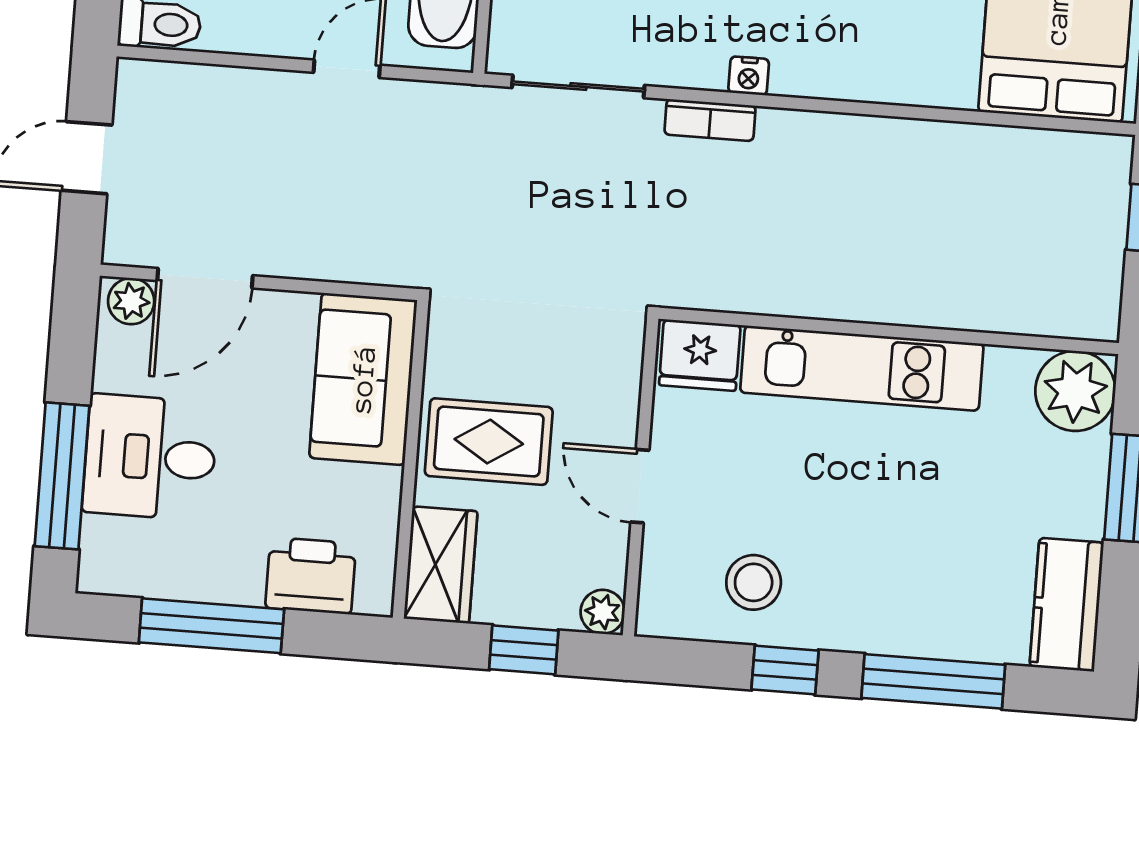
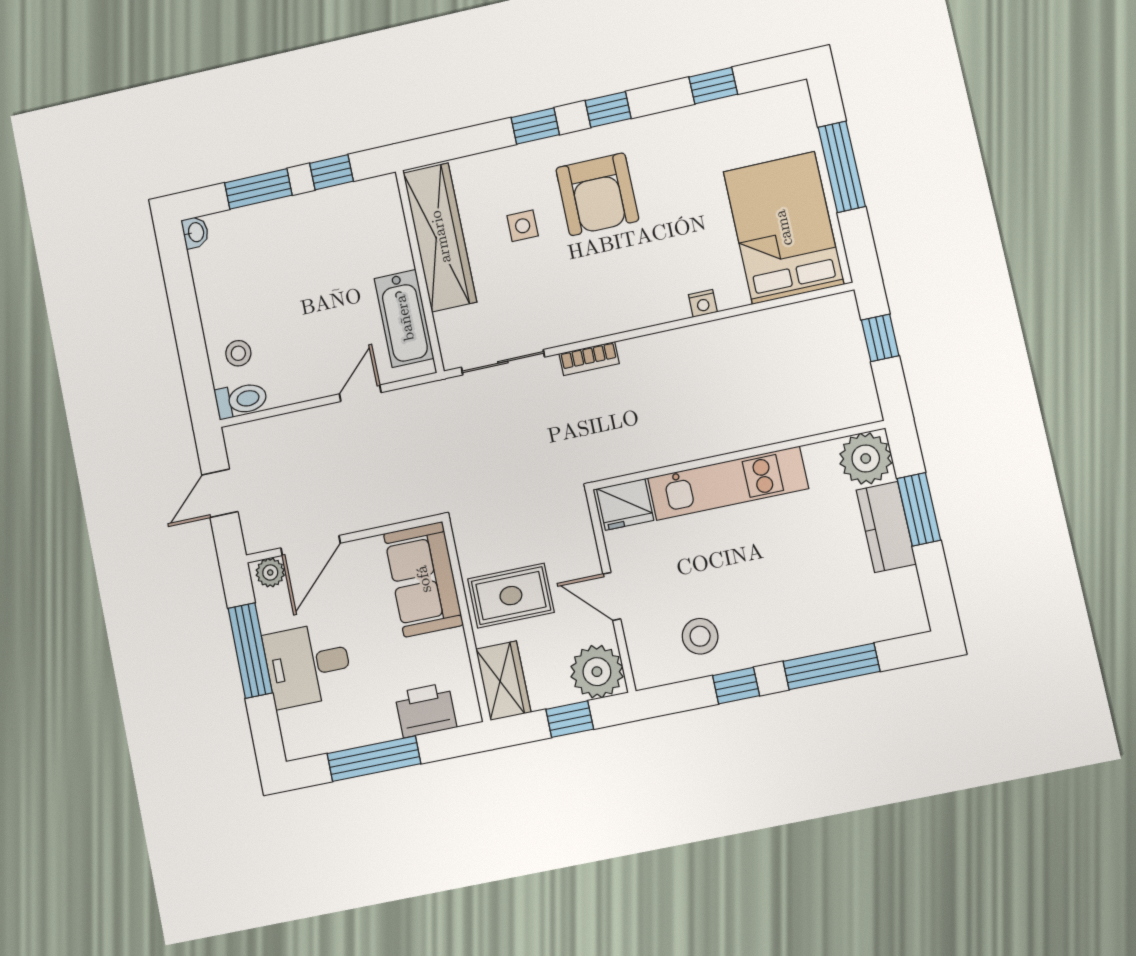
nightstand: (749, 76) -> (703, 303), moved
window: (62, 476) -> (250, 651), moved
kitchen counter: (1067, 605) -> (886, 527), moved
plant: (603, 612) -> (597, 672), width x1.88, depth x1.88

